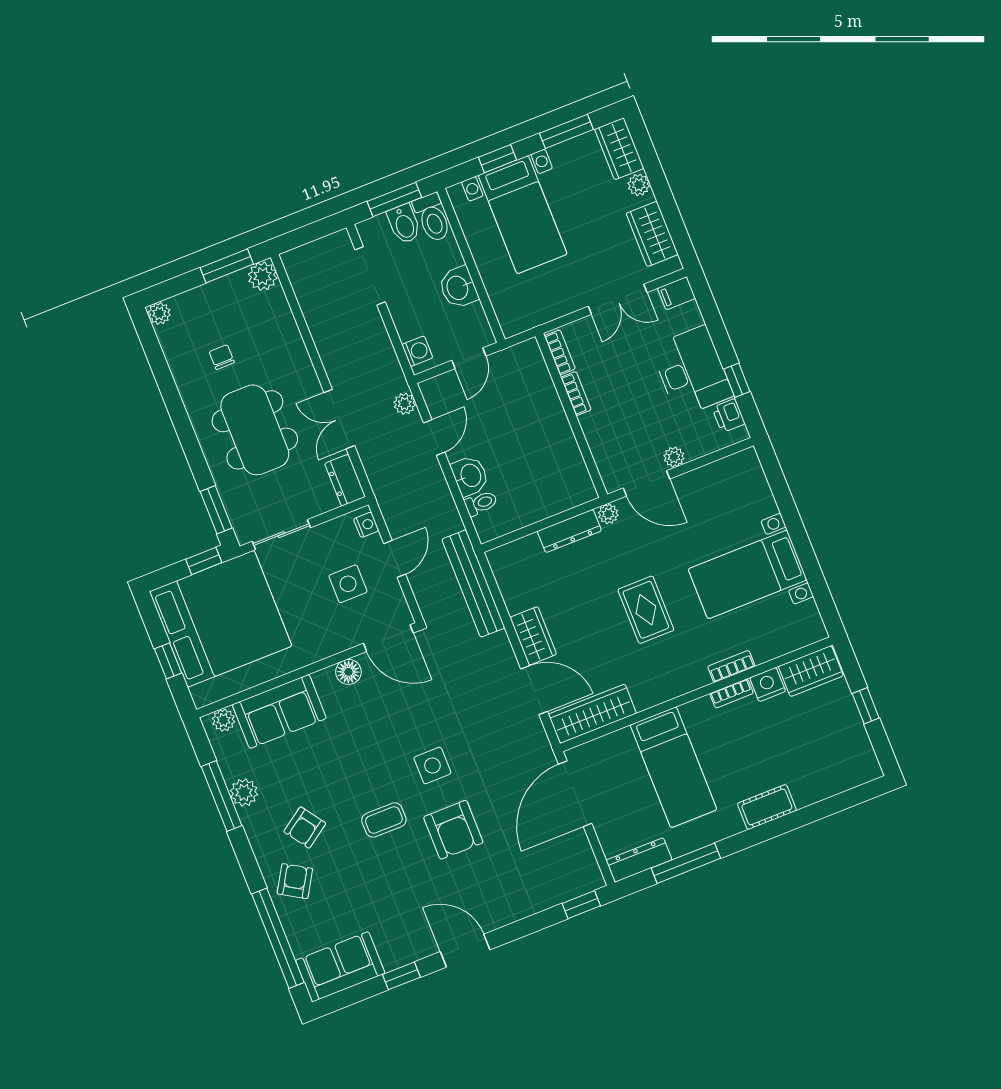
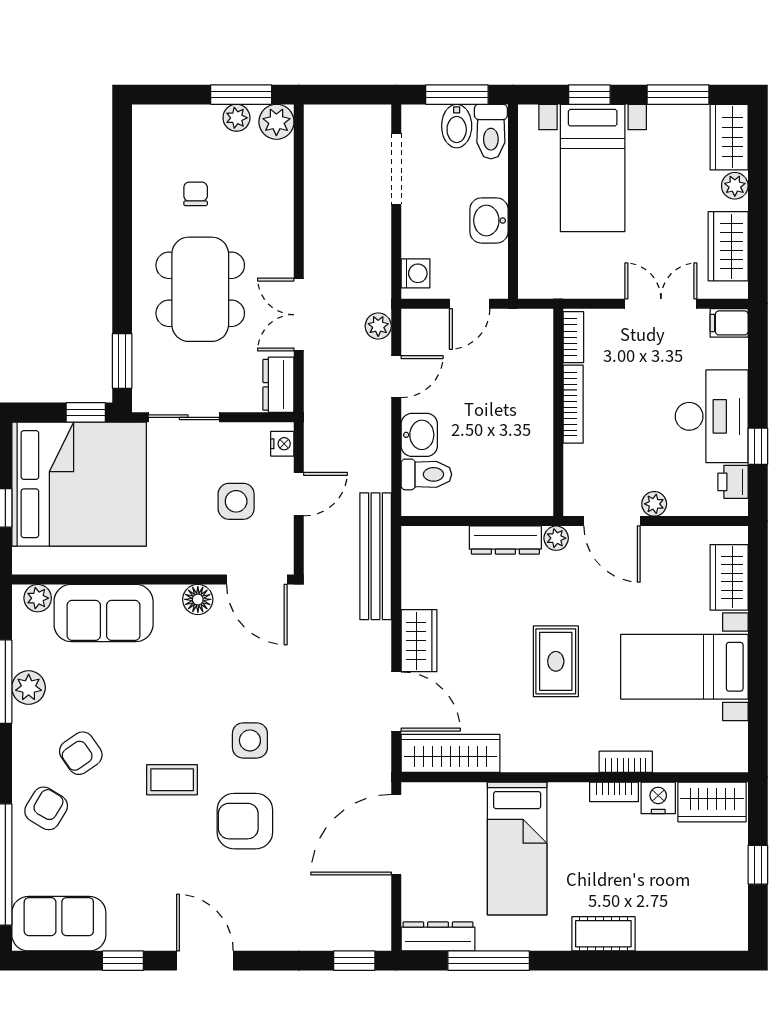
double door: (618, 299) -> (661, 304), swing flipped
plant: (159, 313) -> (236, 118), moved
bookcase: (576, 394) -> (573, 404), width x1.56
wardrobe: (755, 491) -> (729, 577), added
toilet: (481, 503) -> (426, 474), width x1.37, depth x1.39
armchair: (453, 830) -> (245, 821), turned 90

